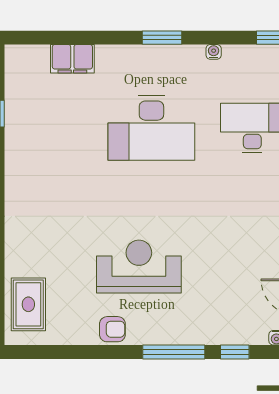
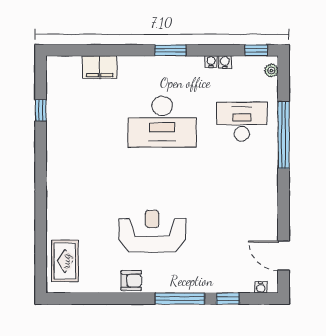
water cooler: (231, 52) -> (225, 62), added

